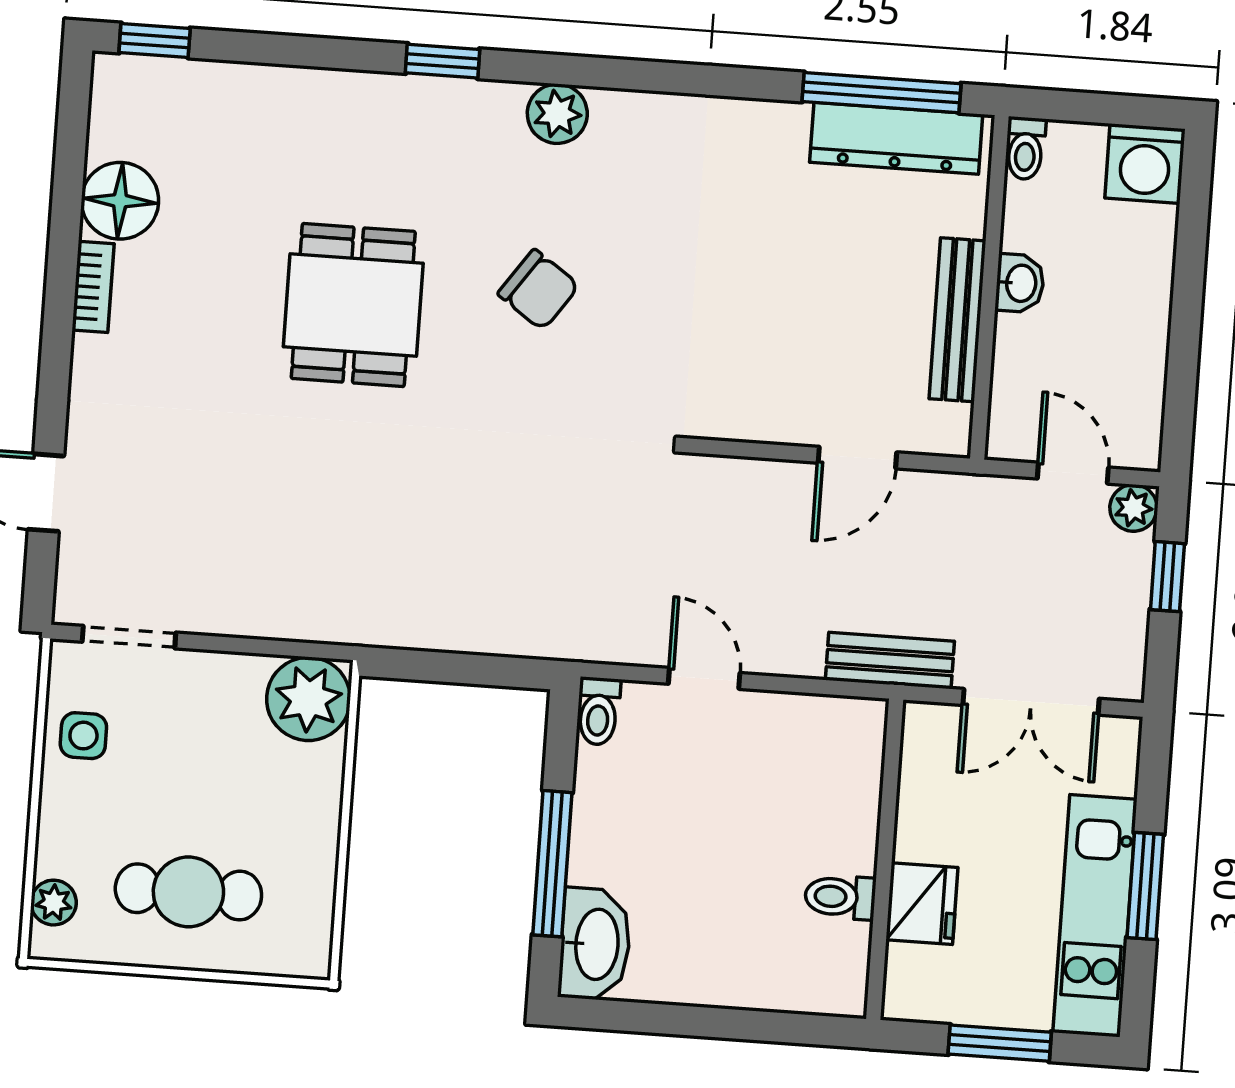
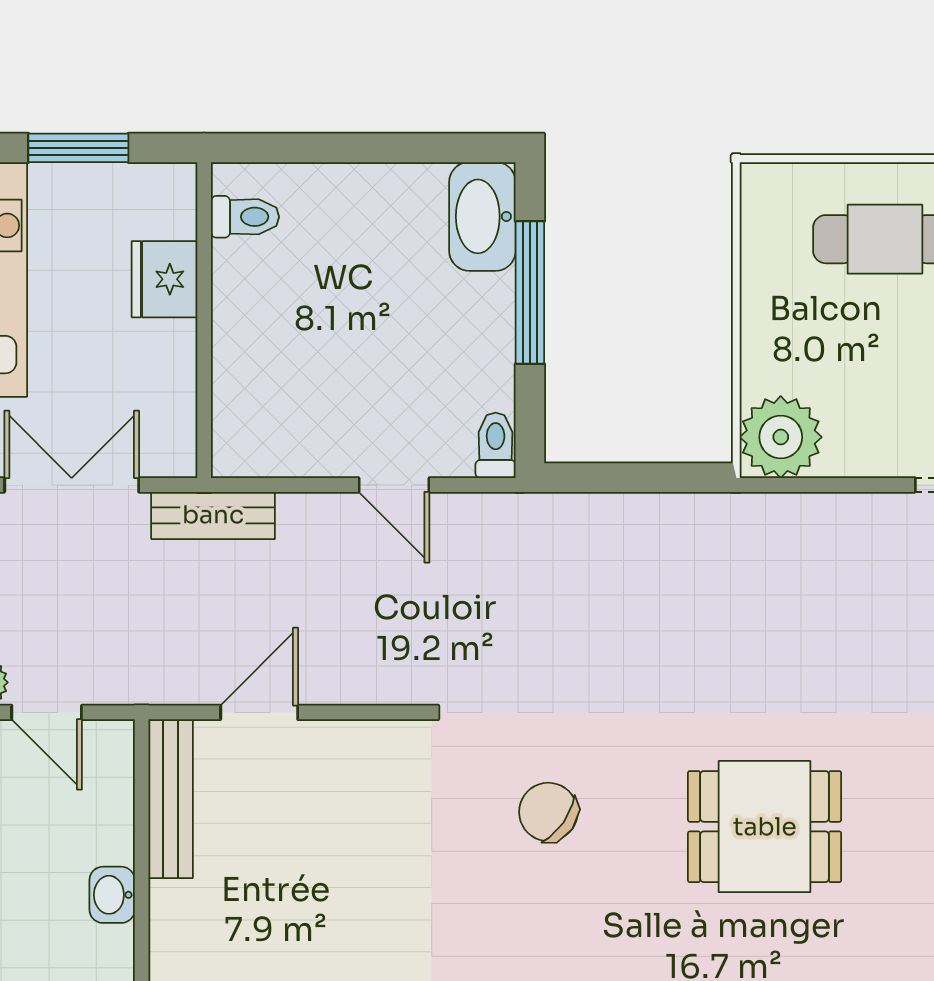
chair: (538, 290) -> (548, 812), moved
dining table: (353, 305) -> (765, 827), turned 90
bench: (957, 320) -> (171, 799), moved
toilet: (840, 897) -> (245, 217), moved

